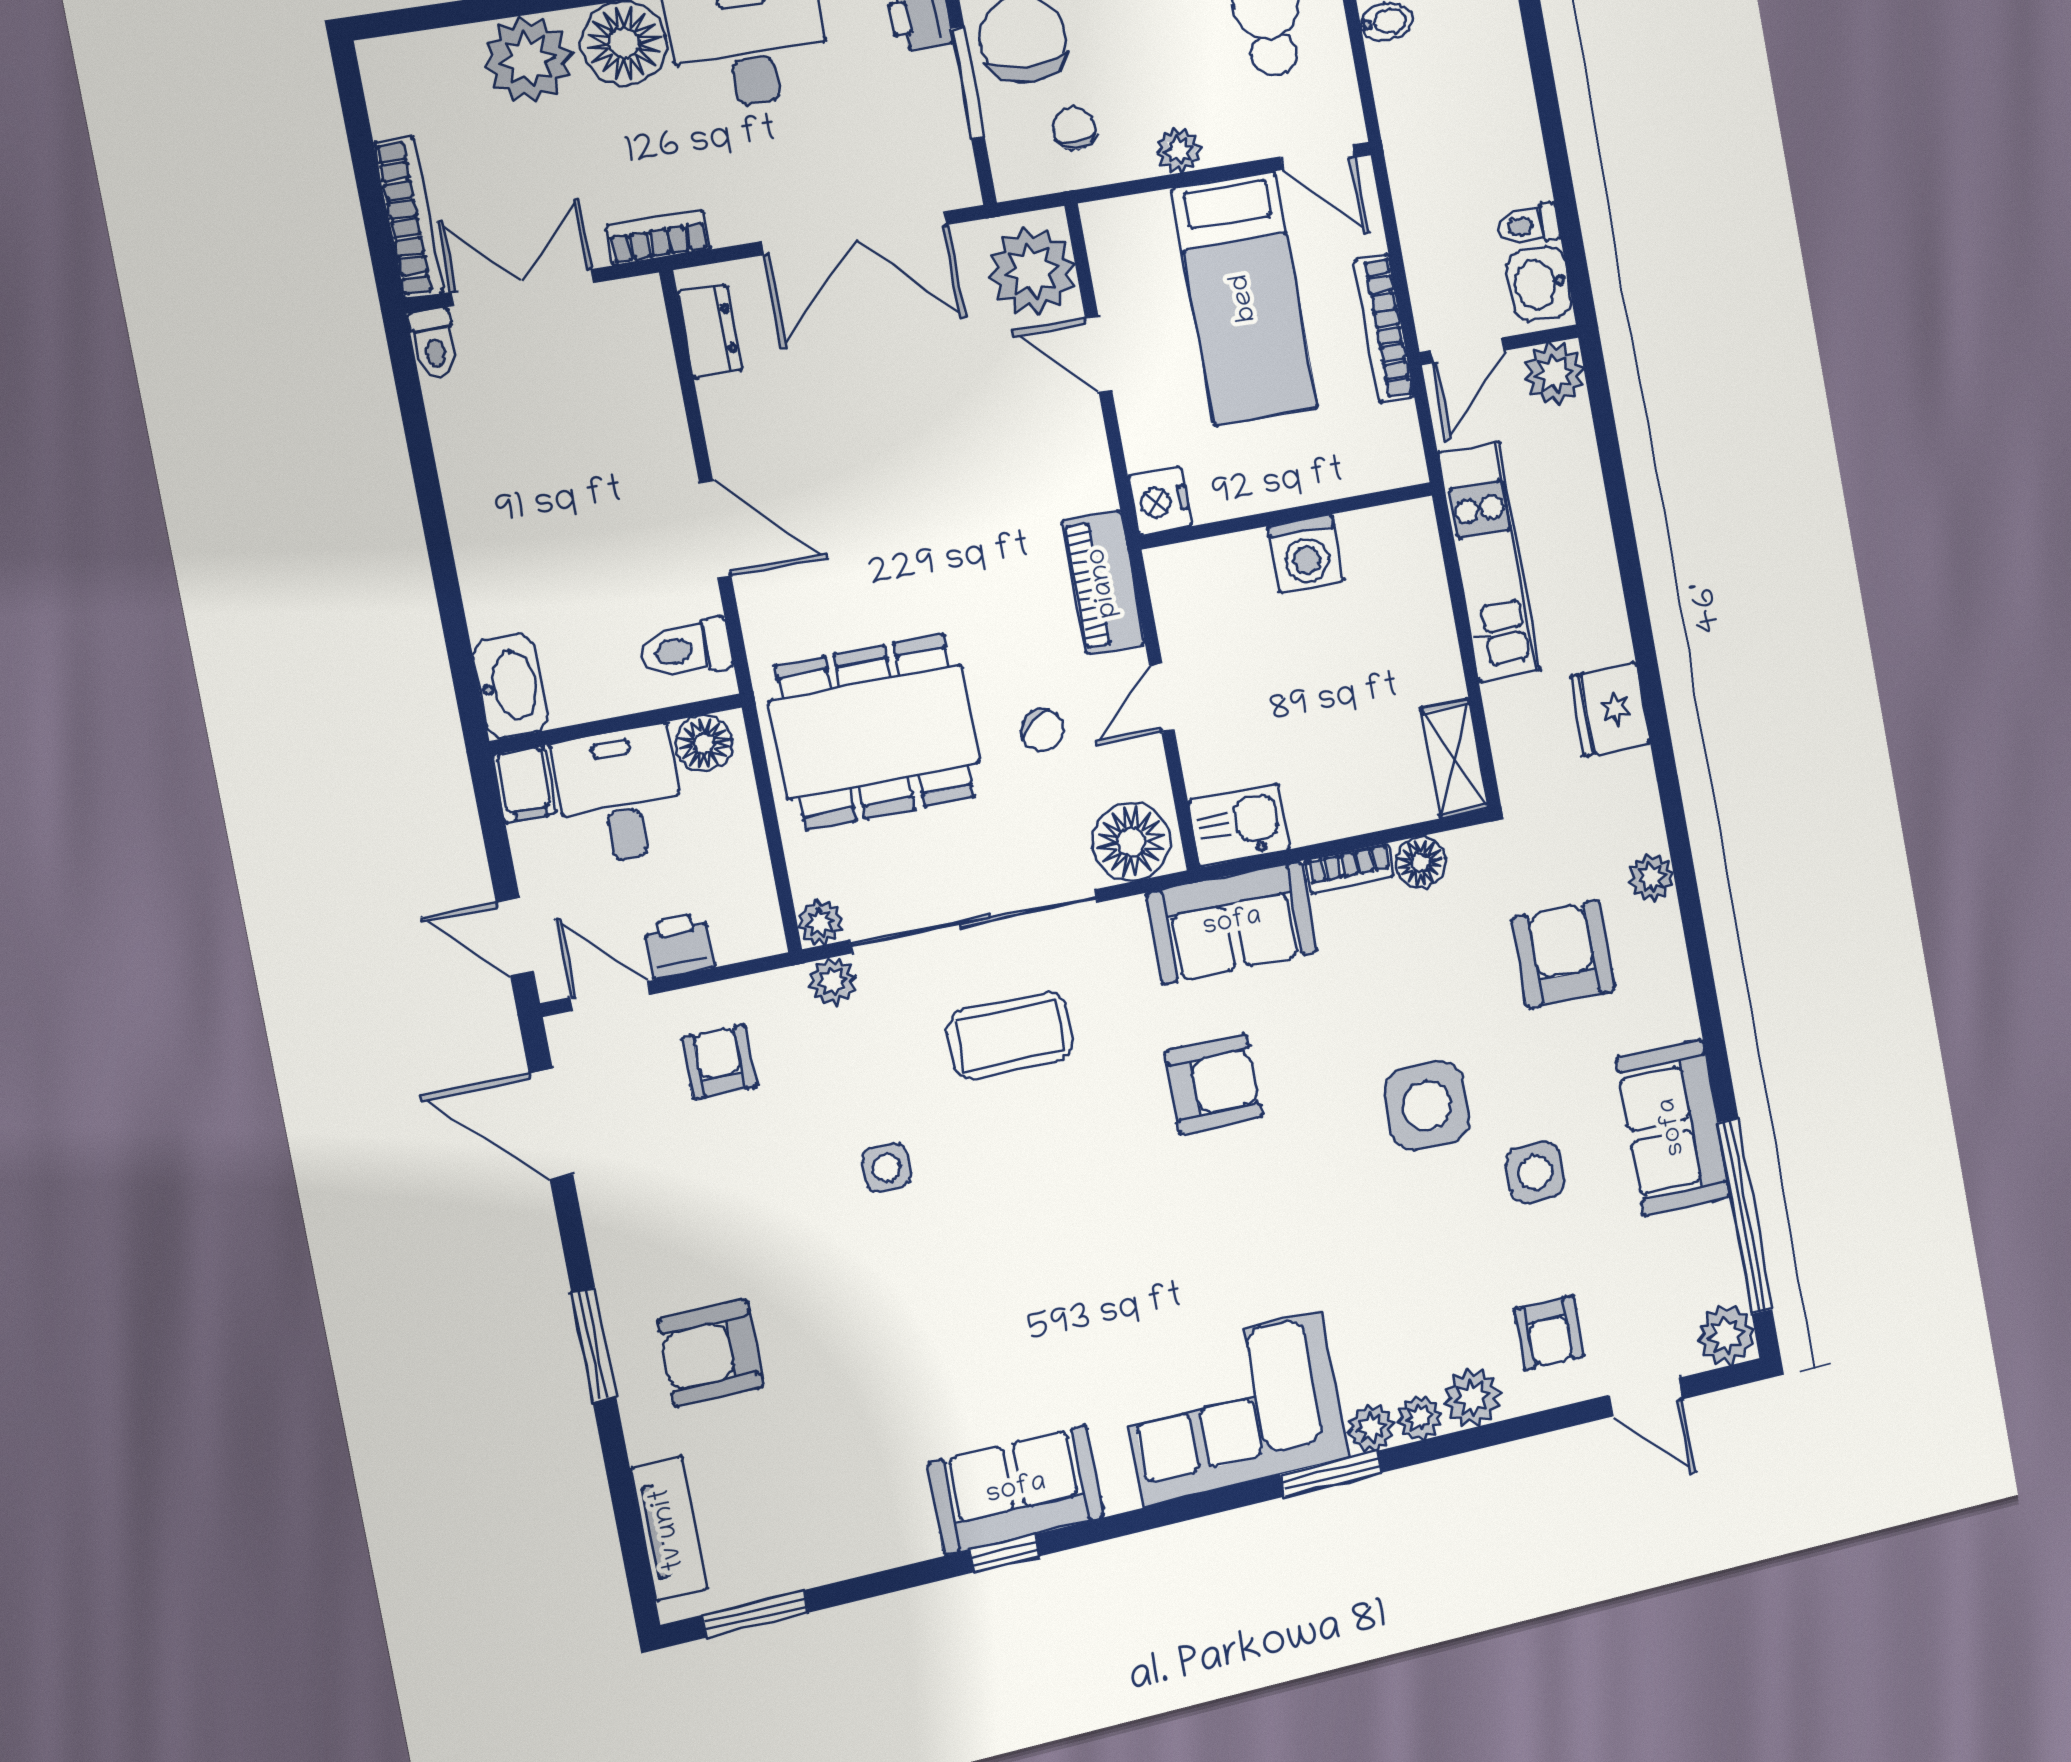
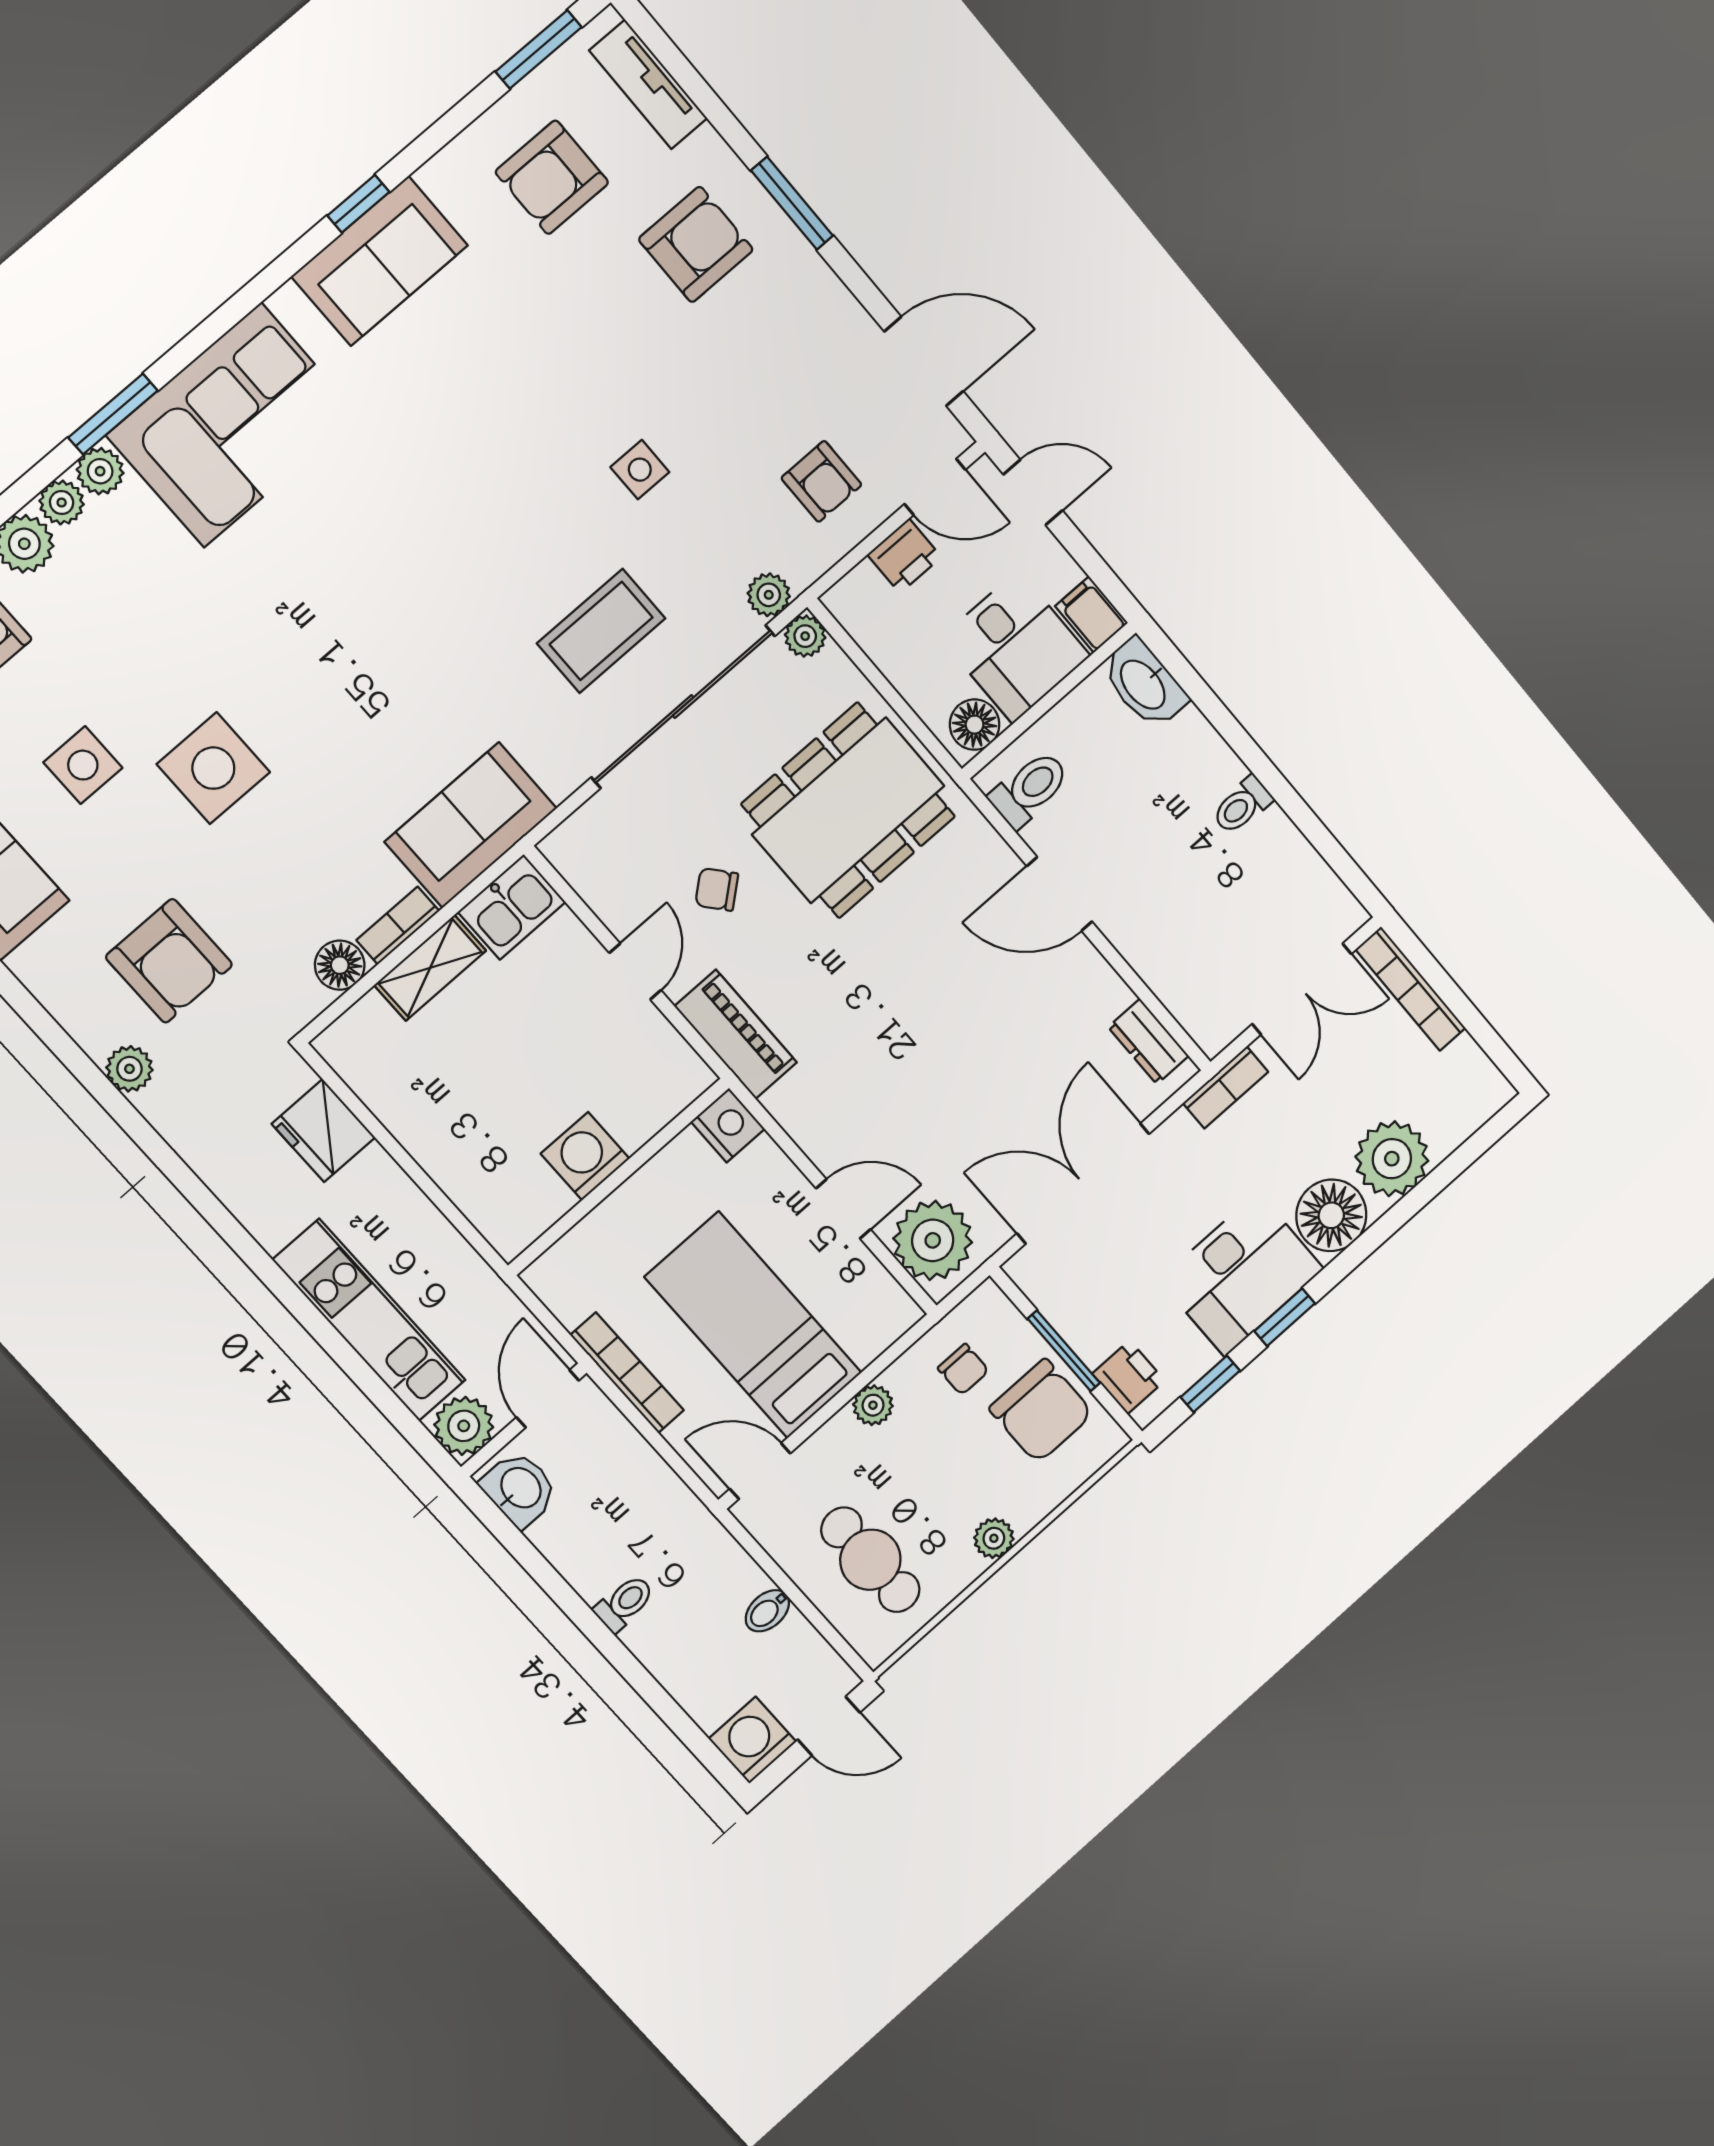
toilet: (1528, 225) -> (624, 1603), moved
toilet: (434, 344) -> (1242, 805), moved, turned -90
kitchen unit: (1489, 562) -> (369, 1320), moved, turned 180
fridge: (1610, 710) -> (323, 1131), moved, turned 180
shelving: (1455, 758) -> (430, 968), moved, turned 90
floor lamp: (1131, 842) -> (593, 842), removed
armchair: (1213, 1084) -> (552, 177), moved

